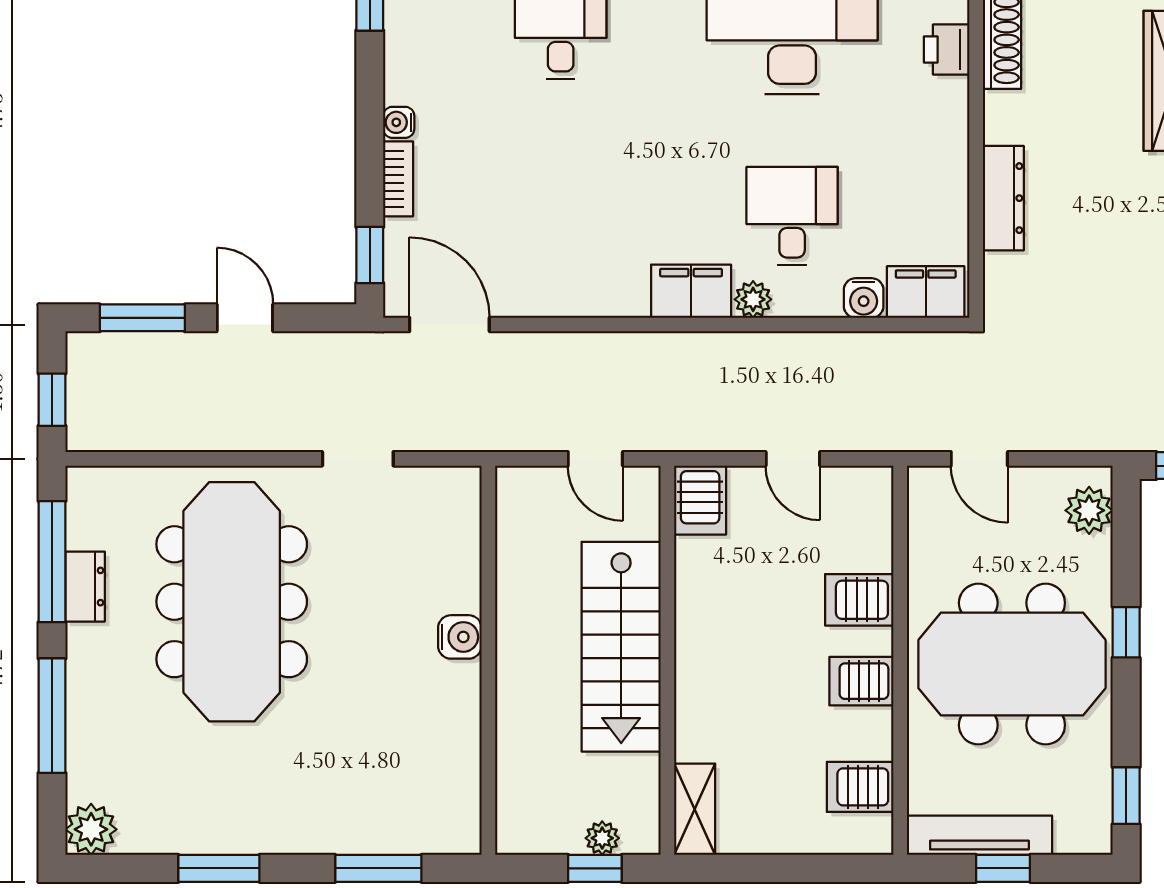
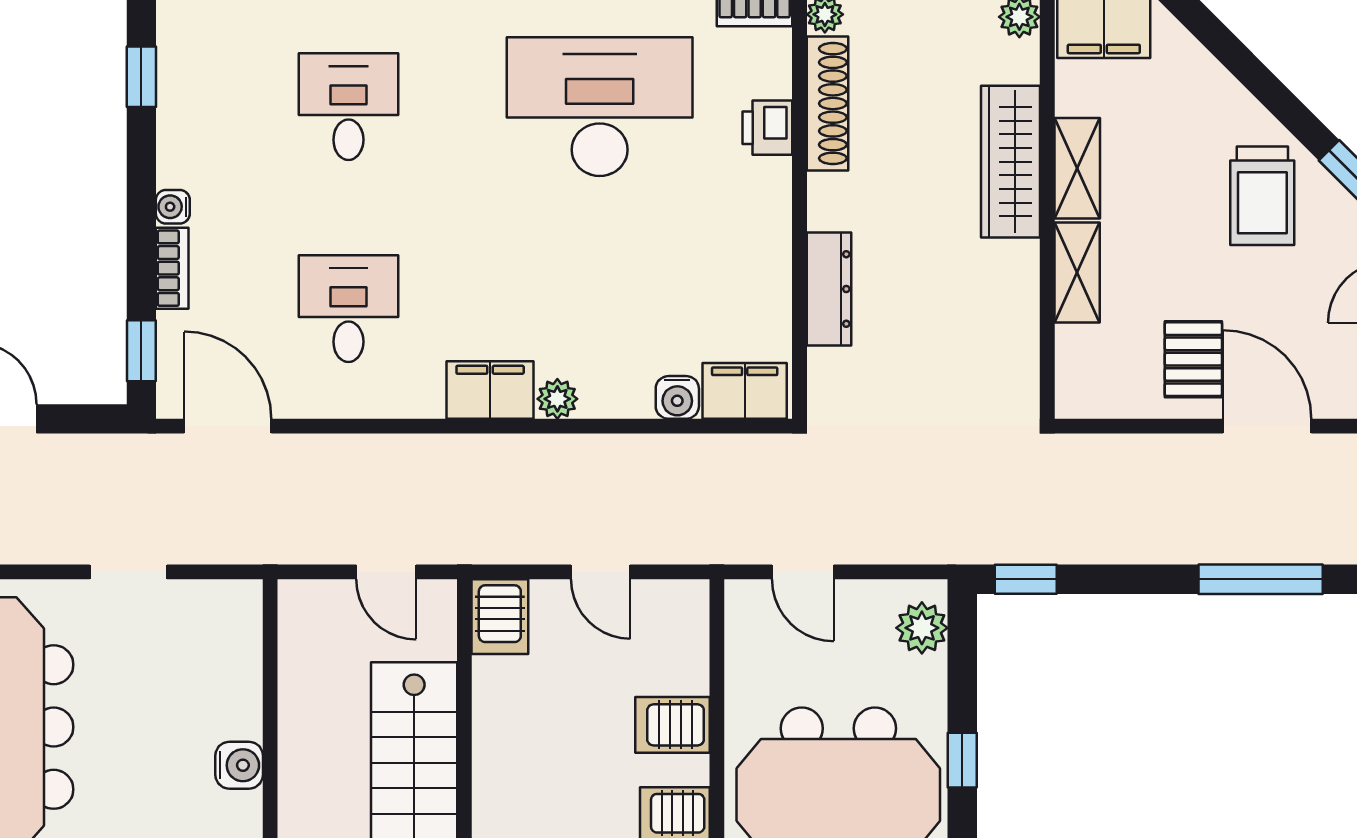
desk: (792, 216) -> (348, 309), moved

